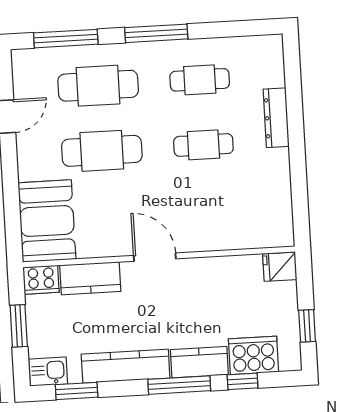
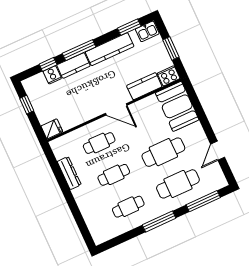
dresser: (276, 118) -> (69, 173), moved
cafe table: (207, 210) -> (99, 143), added
cooker: (254, 355) -> (52, 75), width x0.53, depth x0.76

